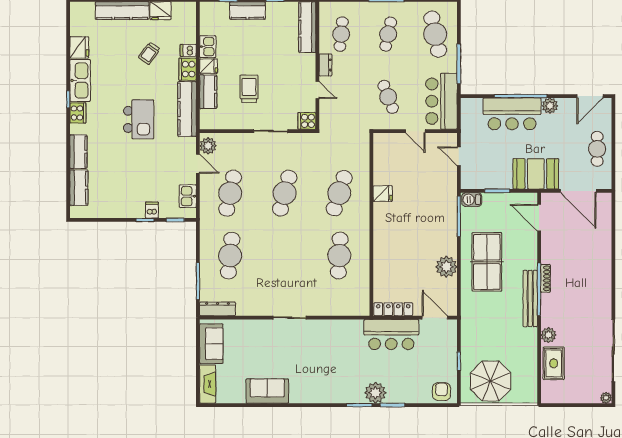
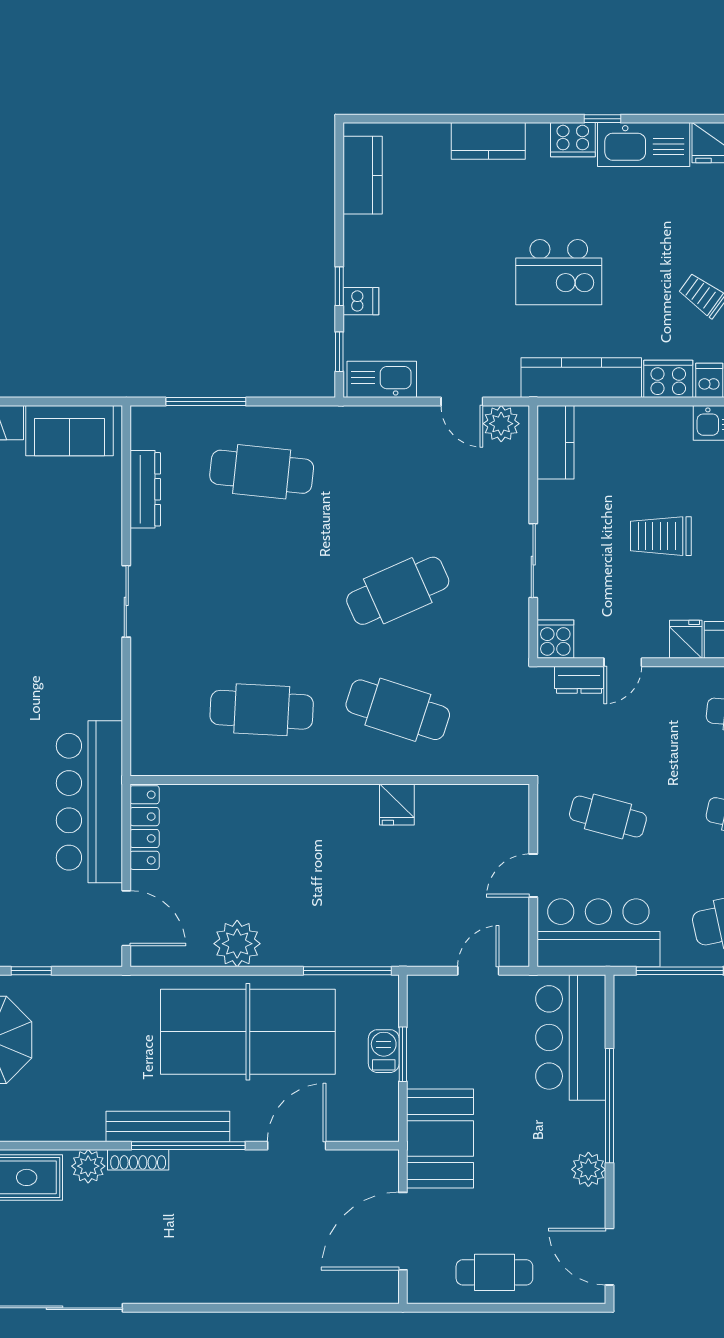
dresser: (325, 65) -> (579, 680), moved
fridge: (209, 66) -> (686, 639), moved, turned 180
trolley: (249, 89) -> (661, 536), moved, turned 180
kitchen counter: (208, 92) -> (555, 442), moved, turned -90
cafe table: (388, 97) -> (608, 817), turned 36
bar counter: (512, 114) -> (571, 1037), moved
door: (198, 164) -> (462, 402), hinge flipped
kitchen counter: (79, 188) -> (363, 175), moved, turned -90
cafe table: (230, 193) -> (398, 472), removed
cafe table: (285, 193) -> (398, 591), turned -39
kitchen sink: (188, 196) -> (382, 379), width x1.38
barbecue: (472, 200) -> (384, 1051), moved
door: (539, 218) -> (297, 1146), moved
table tennis table: (487, 262) -> (248, 1032), width x1.36, depth x1.32
shoe rack: (546, 278) -> (138, 1160), moved
dresser: (218, 309) -> (145, 489), moved
door: (435, 318) -> (126, 918), hinge flipped
bar counter: (391, 335) -> (89, 802), width x1.36

